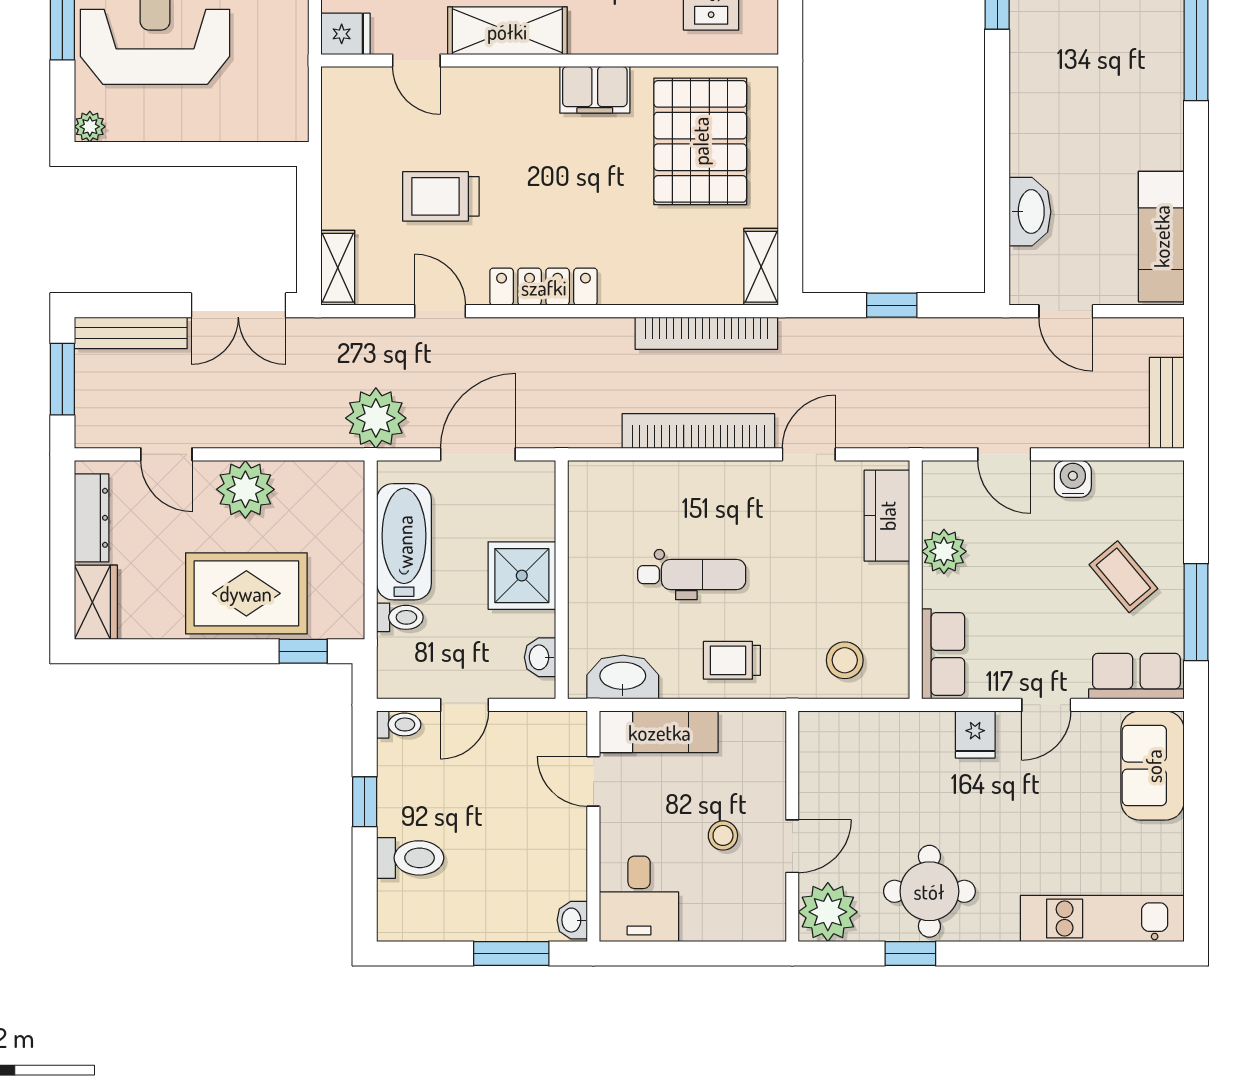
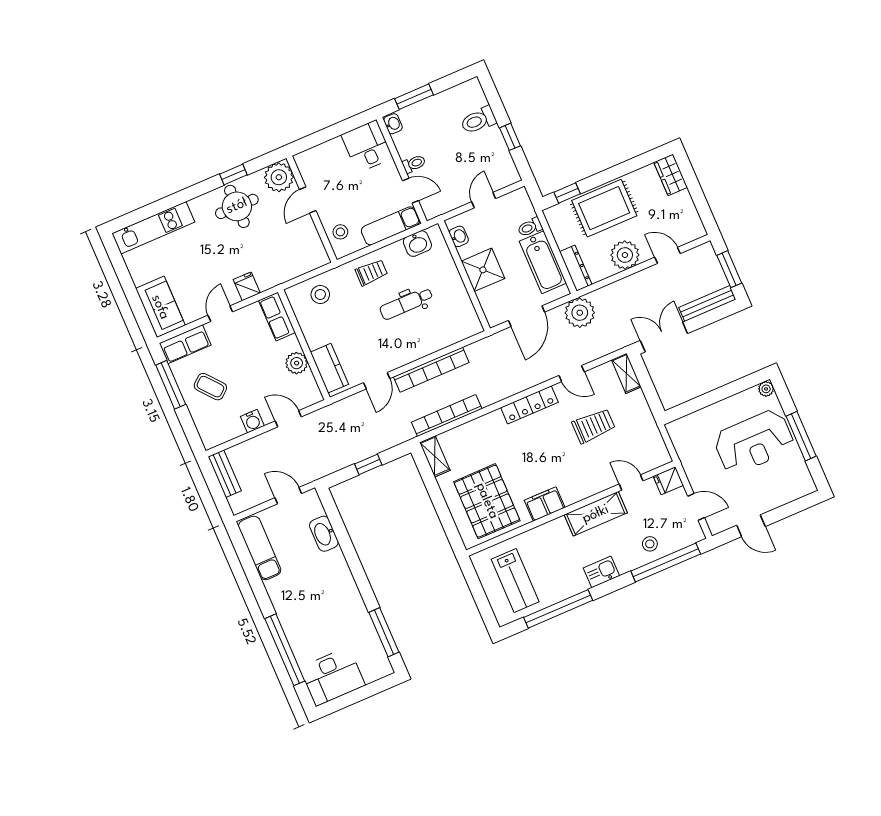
dresser: (92, 518) -> (576, 268), moved, turned 180
washbasin: (623, 677) -> (417, 244), width x0.72
toilet: (399, 724) -> (414, 164), moved, turned 180
stool: (723, 835) -> (340, 232), moved

